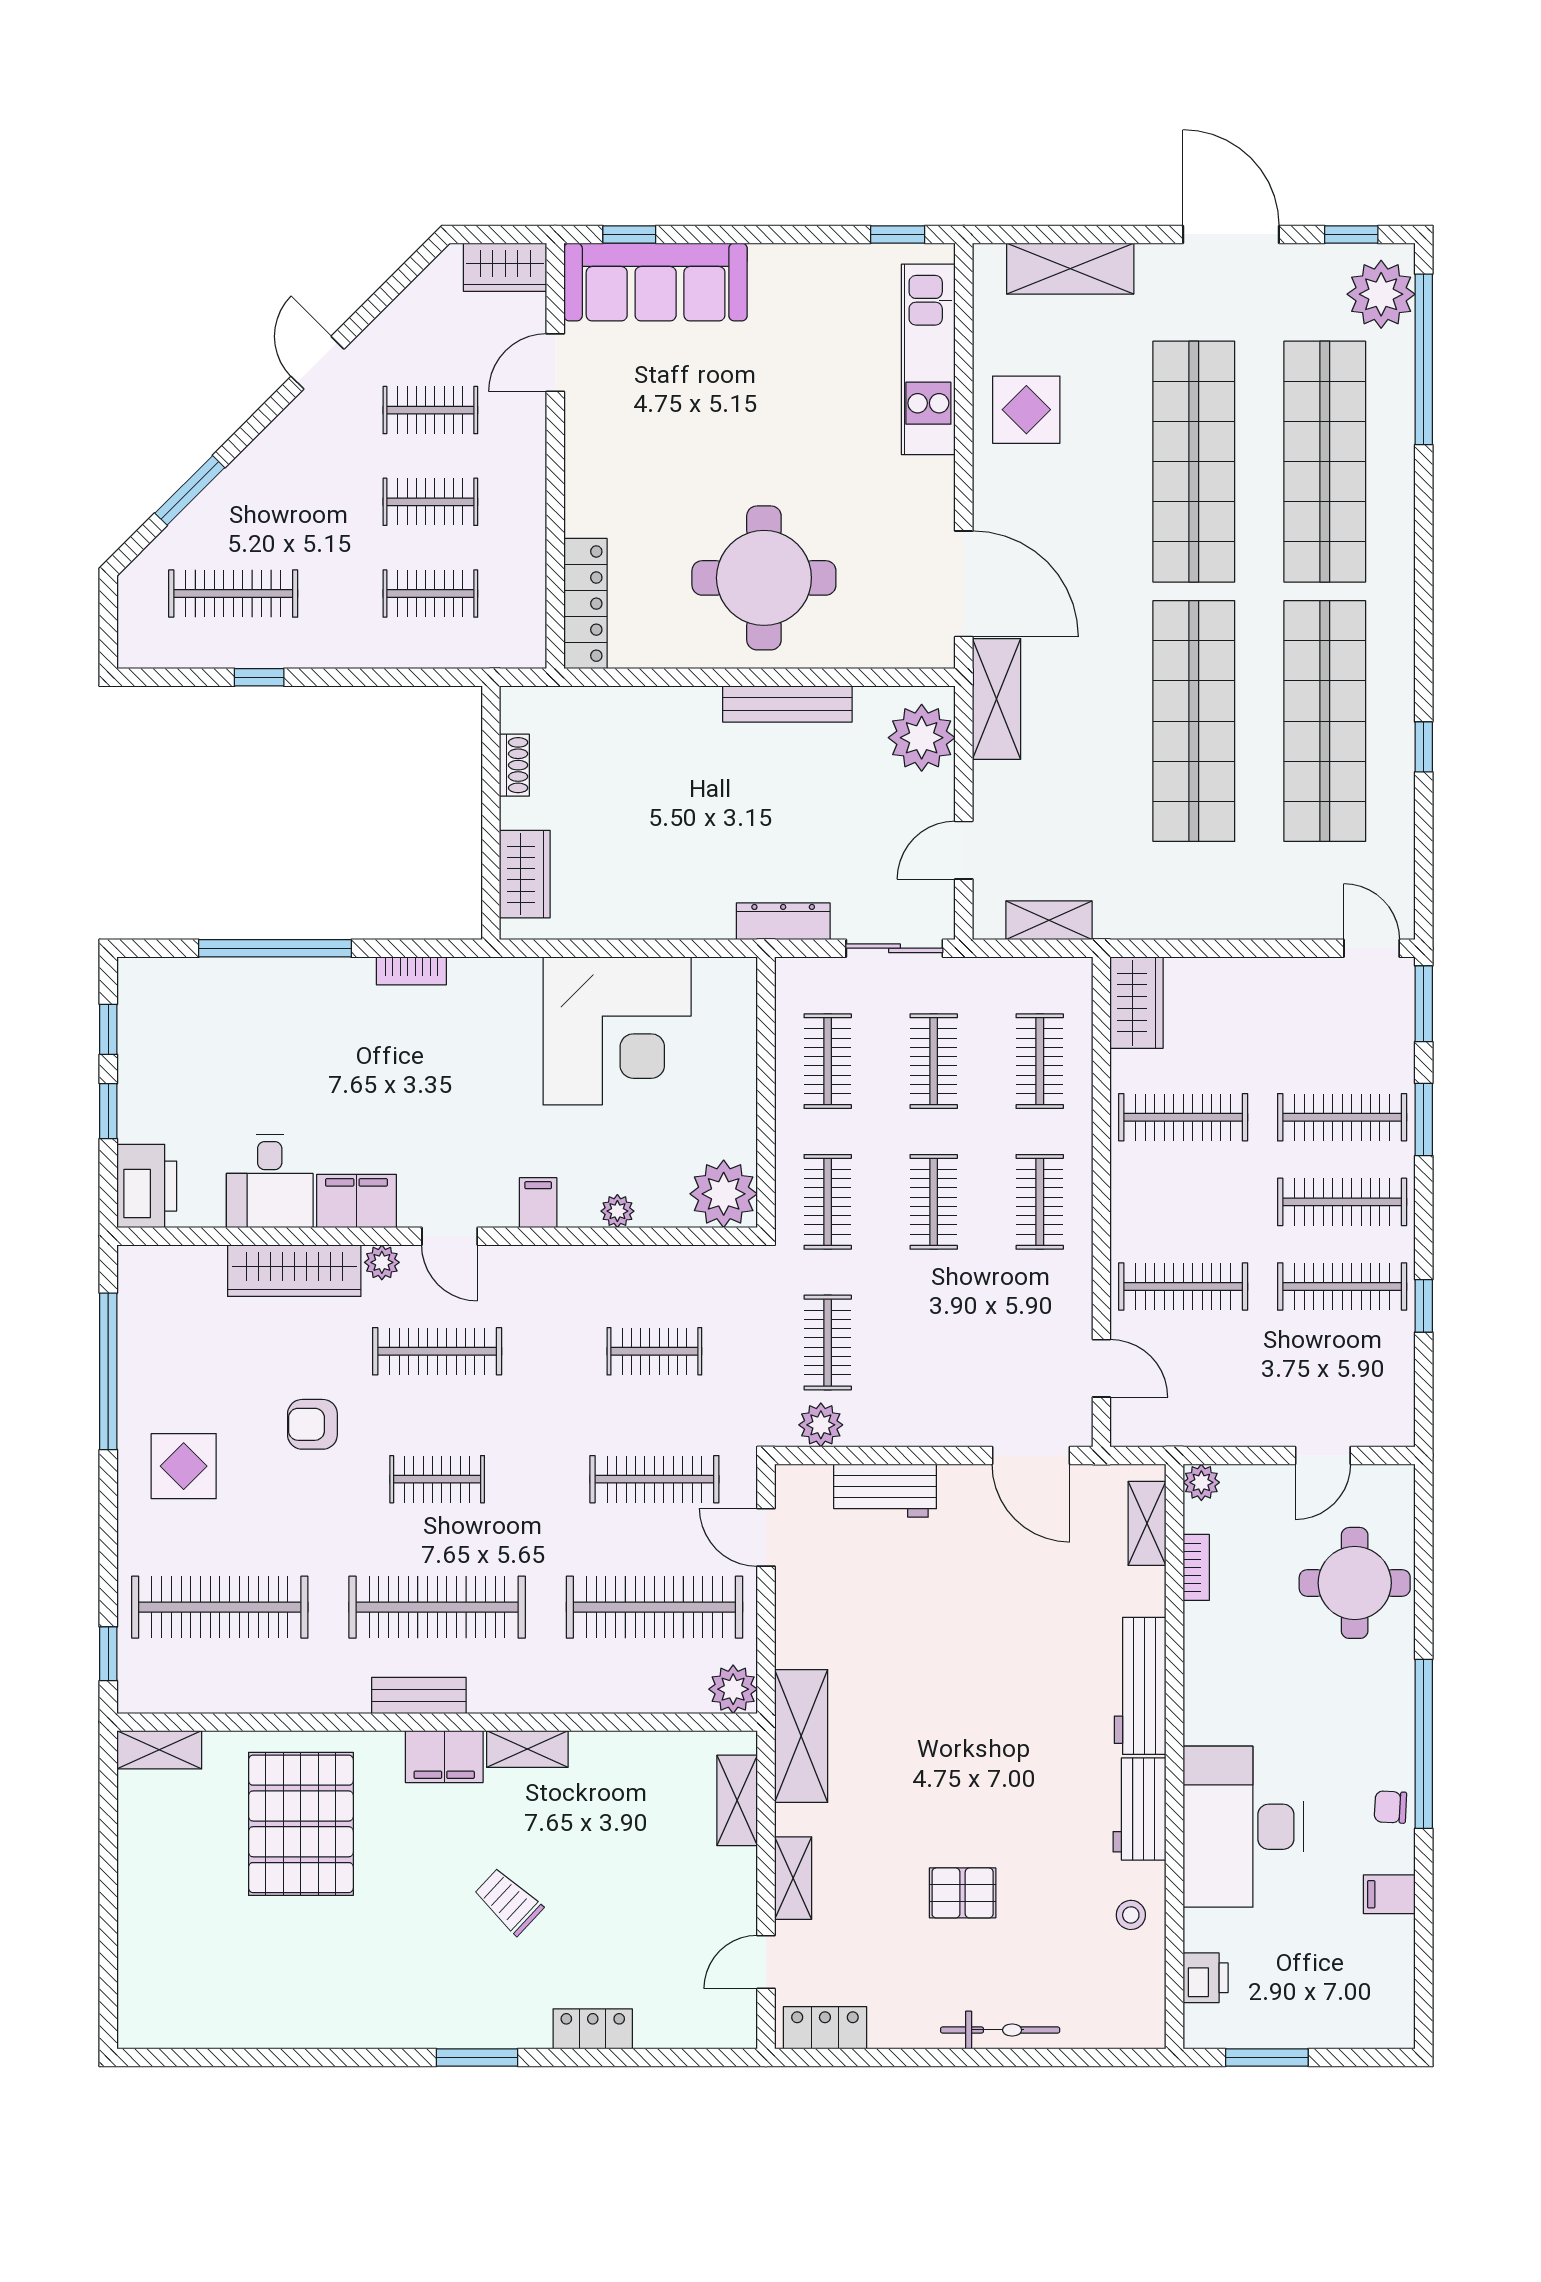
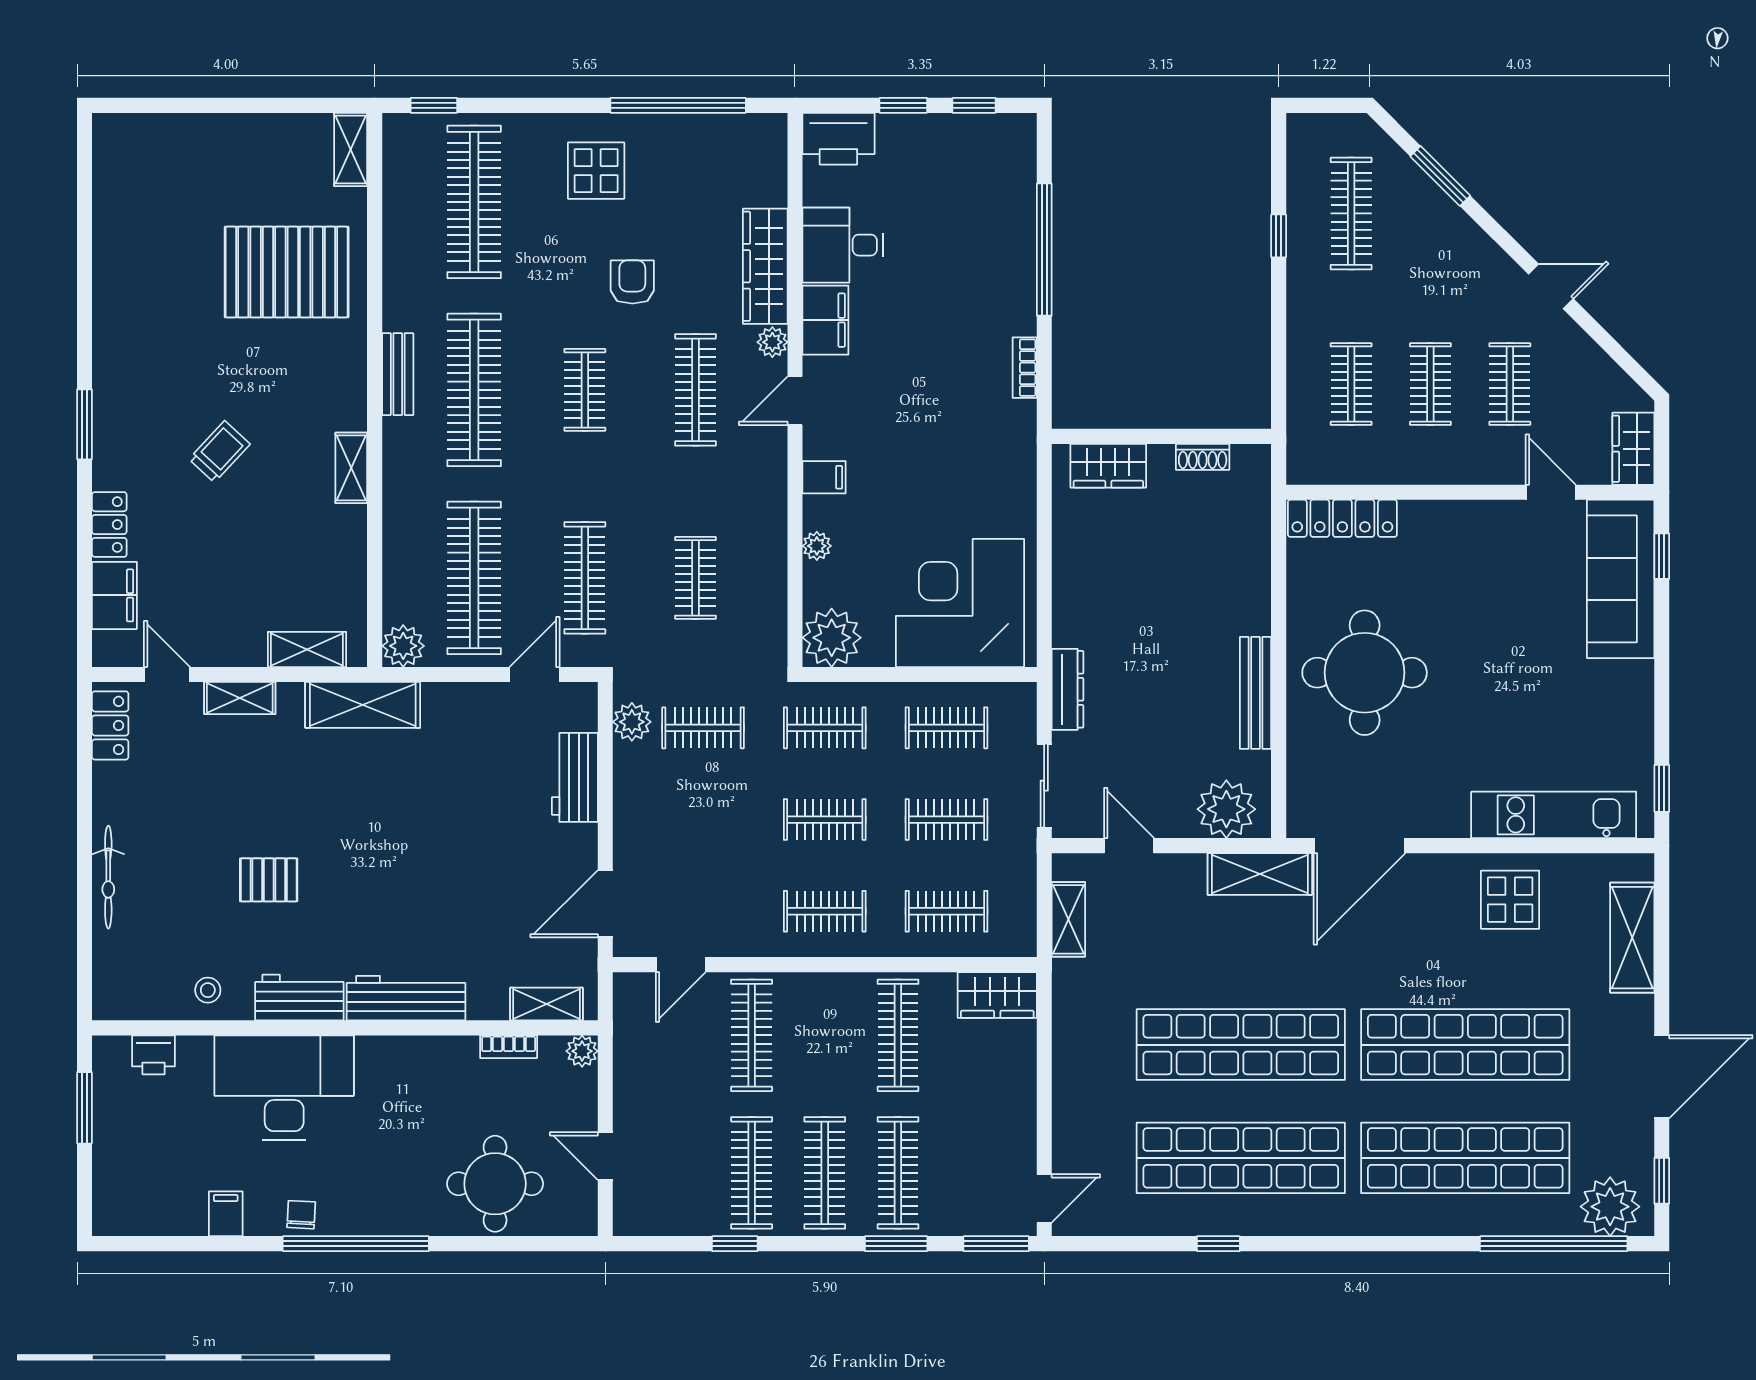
corner desk: (617, 1031) -> (960, 603), moved, turned 90
filing cabinet: (444, 1757) -> (114, 595), moved, turned 180
pallet: (963, 1893) -> (269, 880), moved, turned 90

